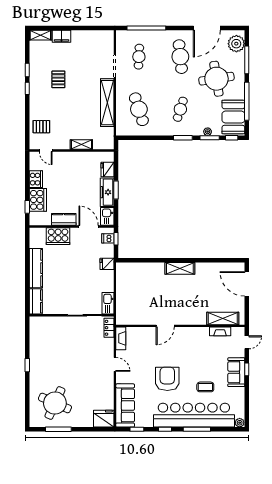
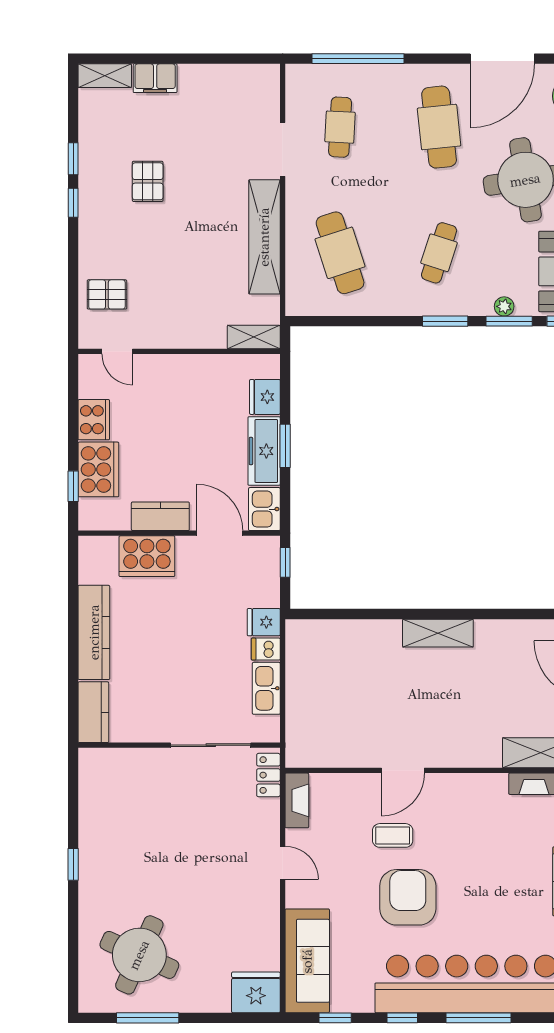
shelving: (81, 145) -> (254, 337), moved
dishwasher: (108, 238) -> (266, 649), moved
kitchen sink: (108, 303) -> (266, 688), moved
coffee table: (205, 387) -> (393, 835), moved

